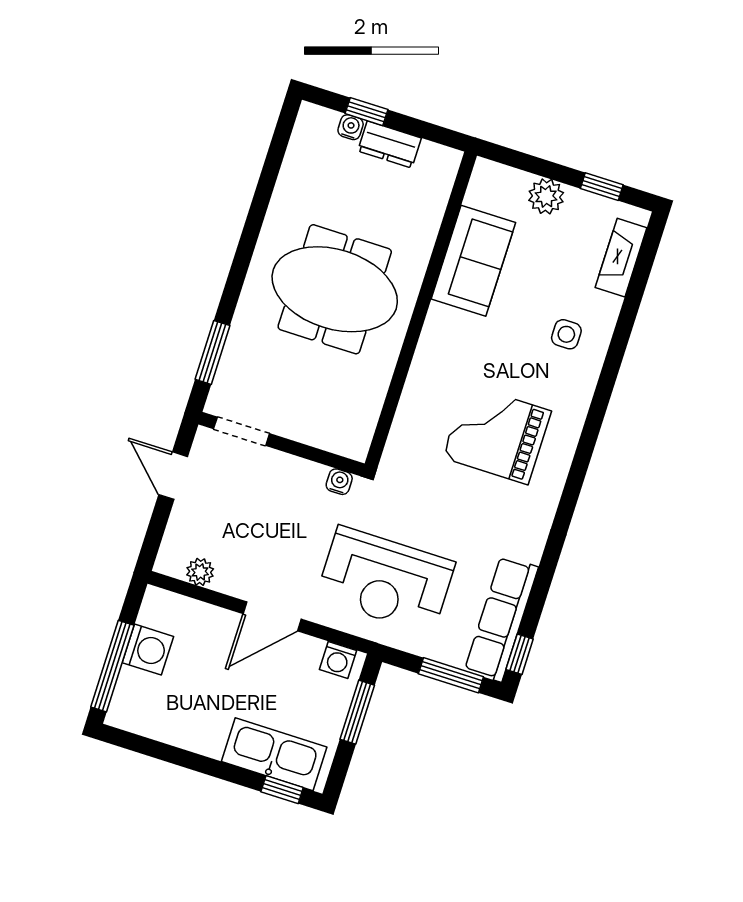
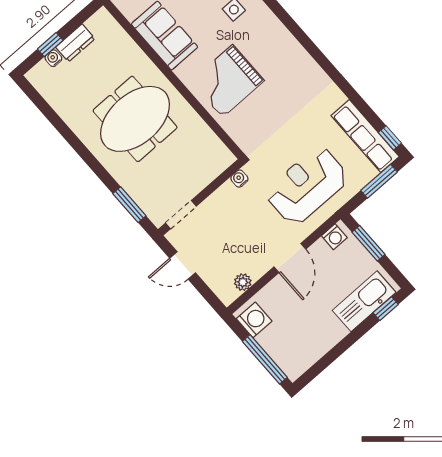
grand piano: (497, 434) -> (227, 81), moved
reception desk: (385, 580) -> (307, 186), turned 180
washing machine: (148, 650) -> (254, 320), moved

